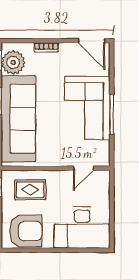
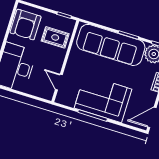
rug: (30, 190) -> (55, 37), turned 90

